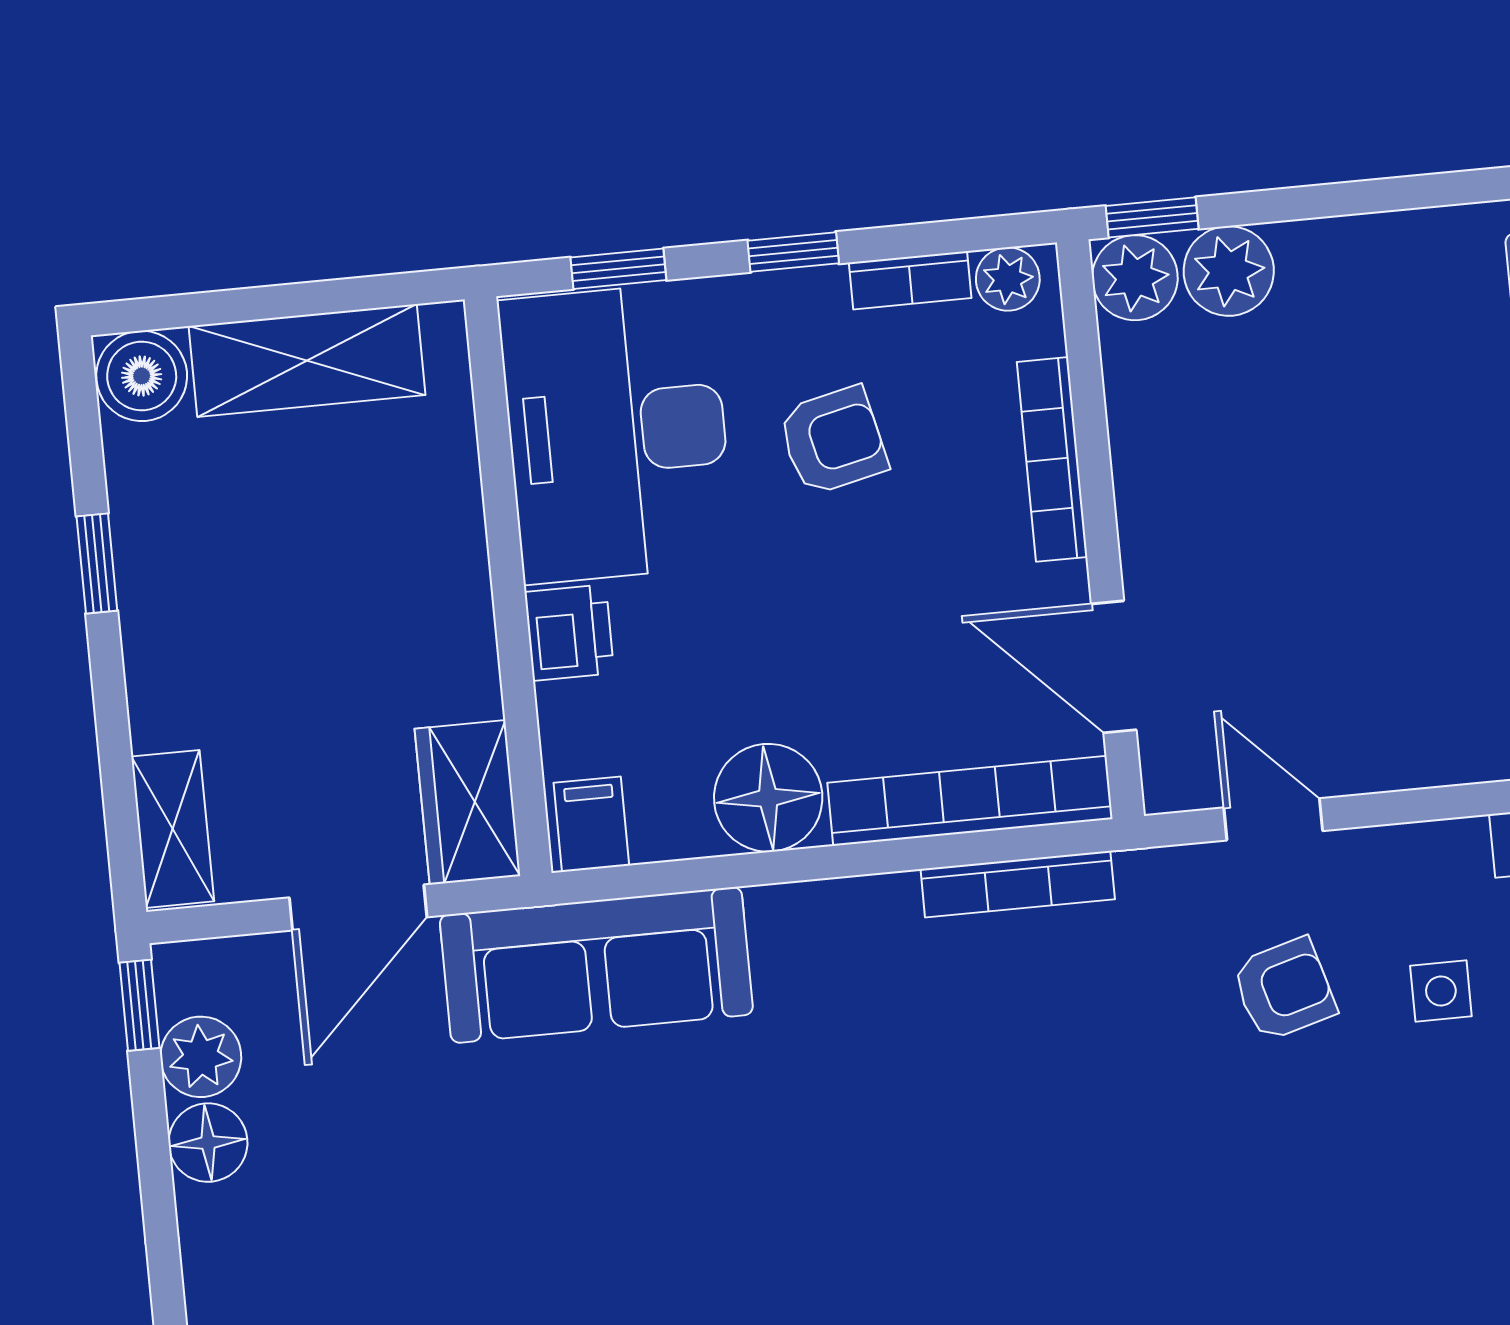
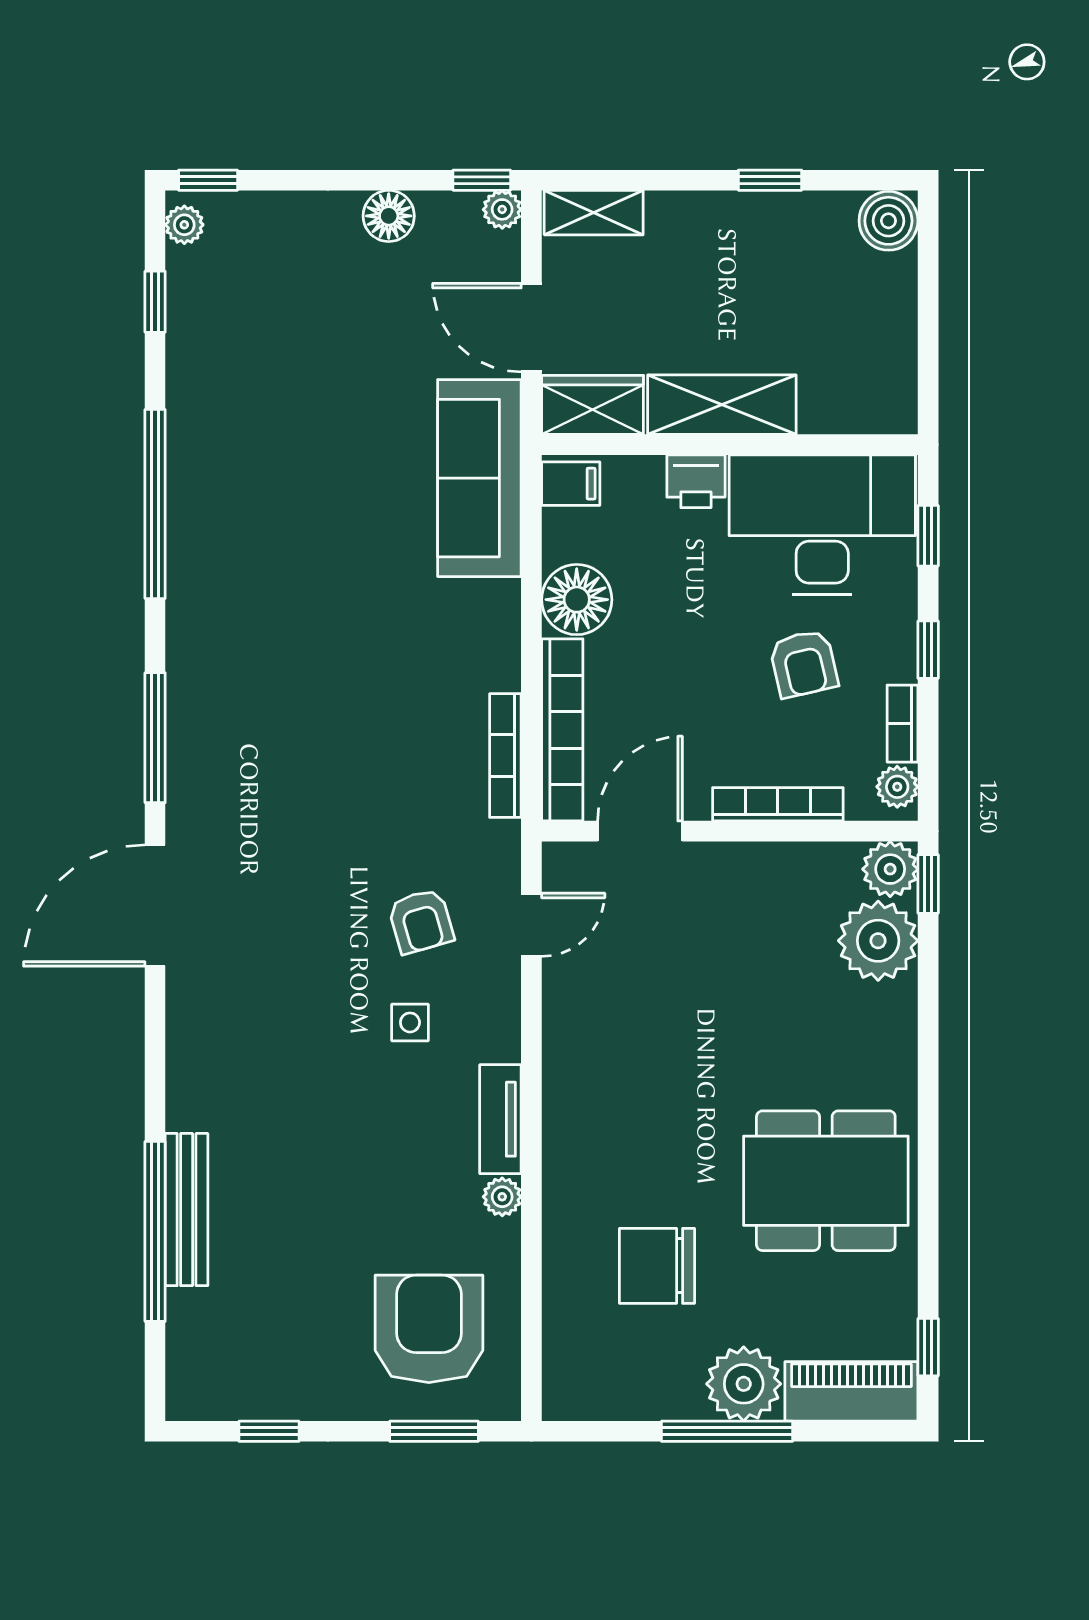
plant: (1229, 271) -> (878, 941), width x1.36, depth x1.36
shelving: (307, 361) -> (722, 405), moved, turned 90
plant: (201, 1057) -> (502, 209), moved, width x0.73, depth x0.73

